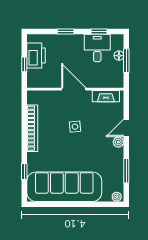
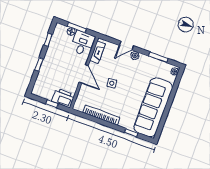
desk: (97, 48) -> (82, 43), moved, turned 90
printer: (36, 56) -> (63, 98), moved
door: (74, 89) -> (84, 74), swing flipped
door: (126, 128) -> (126, 46), hinge flipped

